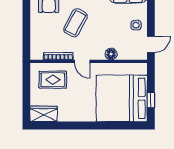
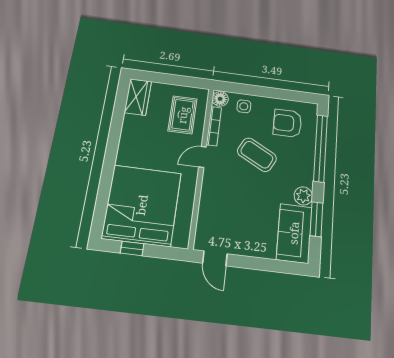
side table: (136, 25) -> (244, 106), moved
floor lamp: (111, 54) -> (220, 99), moved

